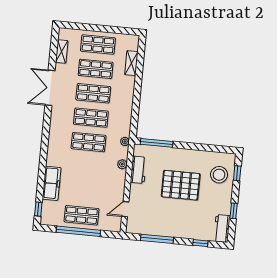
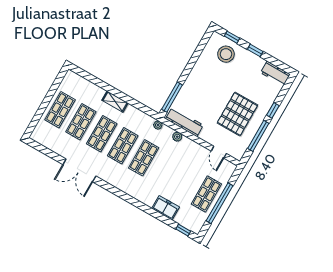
shelving: (62, 51) -> (51, 145), removed
shelving: (131, 63) -> (115, 102), moved
workbench: (138, 170) -> (184, 122), width x1.38
freezer: (52, 183) -> (166, 208), width x0.71
pallet: (181, 185) -> (237, 114), moved
window: (234, 211) -> (255, 50), moved
window: (200, 243) -> (273, 110), moved

